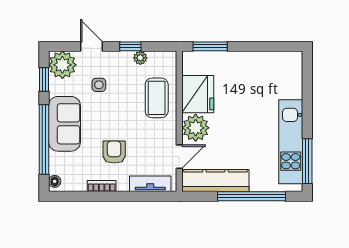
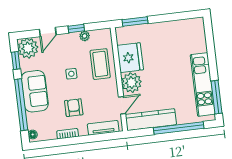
door: (92, 46) -> (48, 32), swing flipped
side table: (99, 85) -> (71, 74), moved

